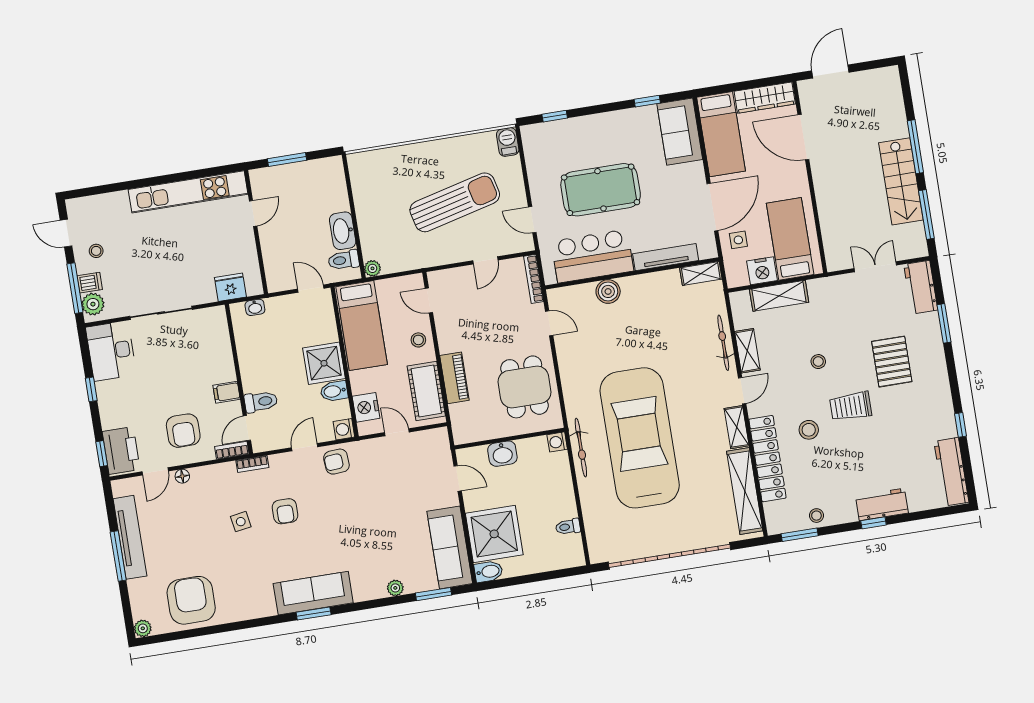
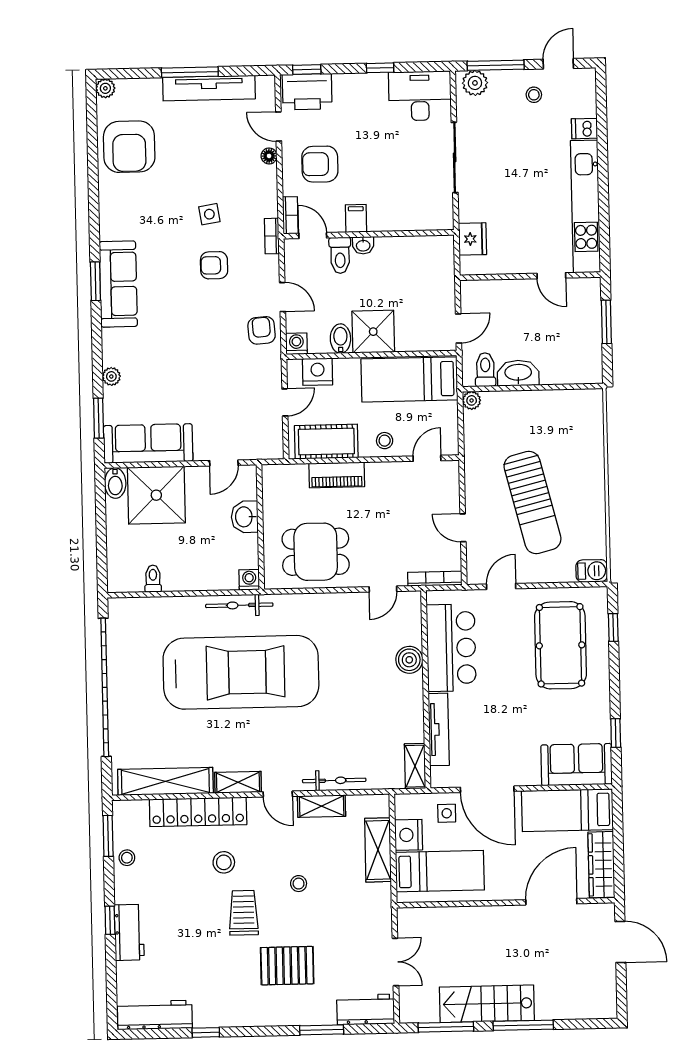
pool table: (601, 190) -> (561, 645), moved
dishwasher: (90, 283) -> (584, 129), moved, turned 90
washbasin: (255, 307) -> (363, 245), moved, turned -90
armchair: (191, 600) -> (129, 147), turned 90

